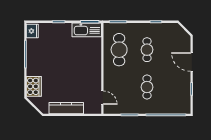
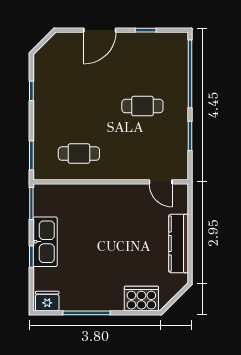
kitchen sink: (87, 30) -> (45, 242), moved
cafe table: (119, 50) -> (79, 154), width x0.73, depth x0.74
cafe table: (147, 50) -> (79, 106), removed
door: (102, 98) -> (161, 182), swing flipped

